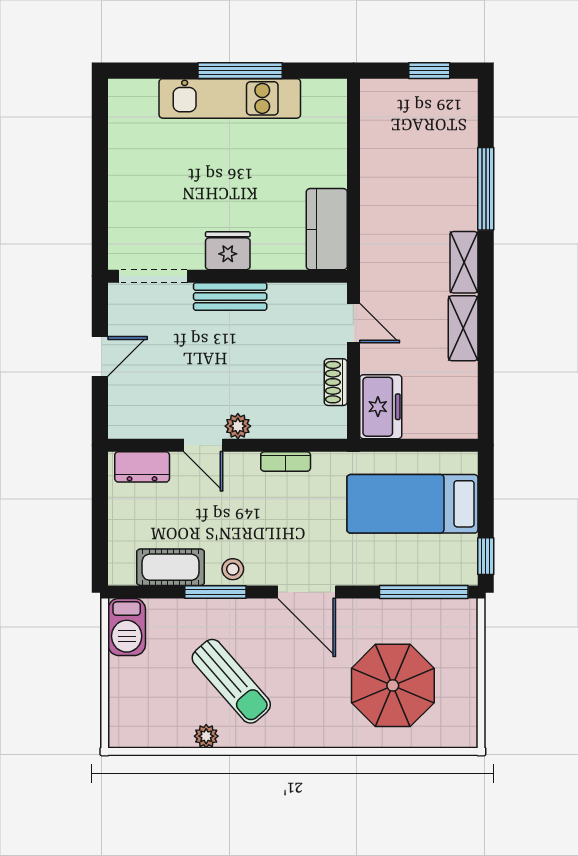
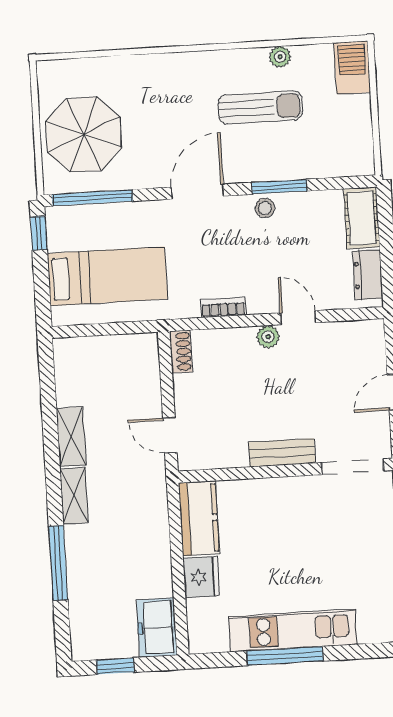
fridge: (228, 251) -> (201, 577), moved, turned -90
shoe rack: (336, 382) -> (181, 351), moved
freezer: (381, 407) -> (157, 627), moved
dresser: (142, 467) -> (368, 275), moved, turned -90
cot: (170, 567) -> (362, 218), moved, turned 90
door: (307, 592) -> (197, 192), hinge flipped
barbecue: (127, 627) -> (352, 68), moved
sun lounger: (231, 681) -> (260, 107), turned 131
parasol: (393, 685) -> (84, 135), moved

